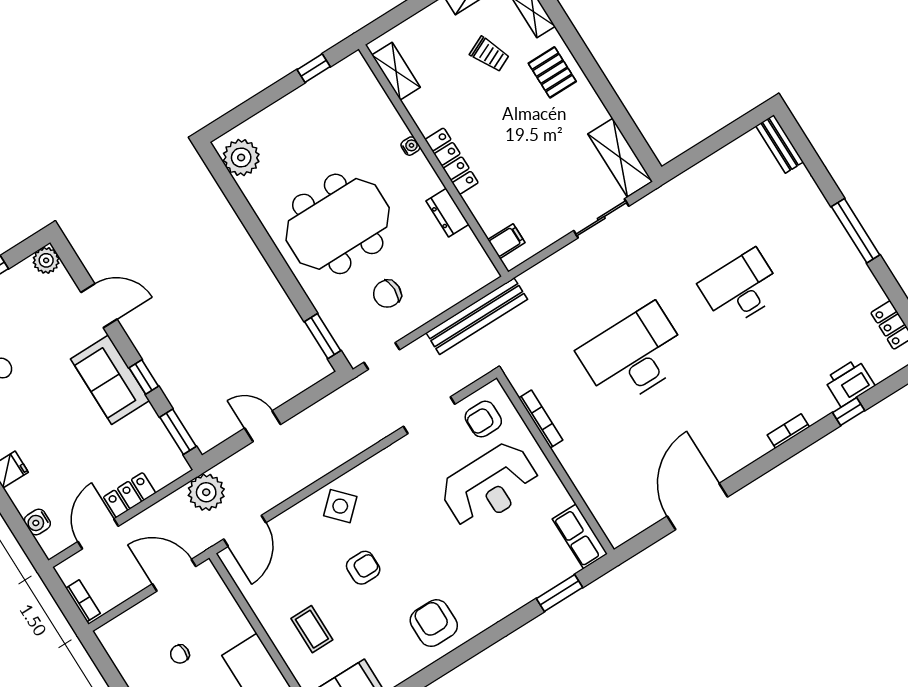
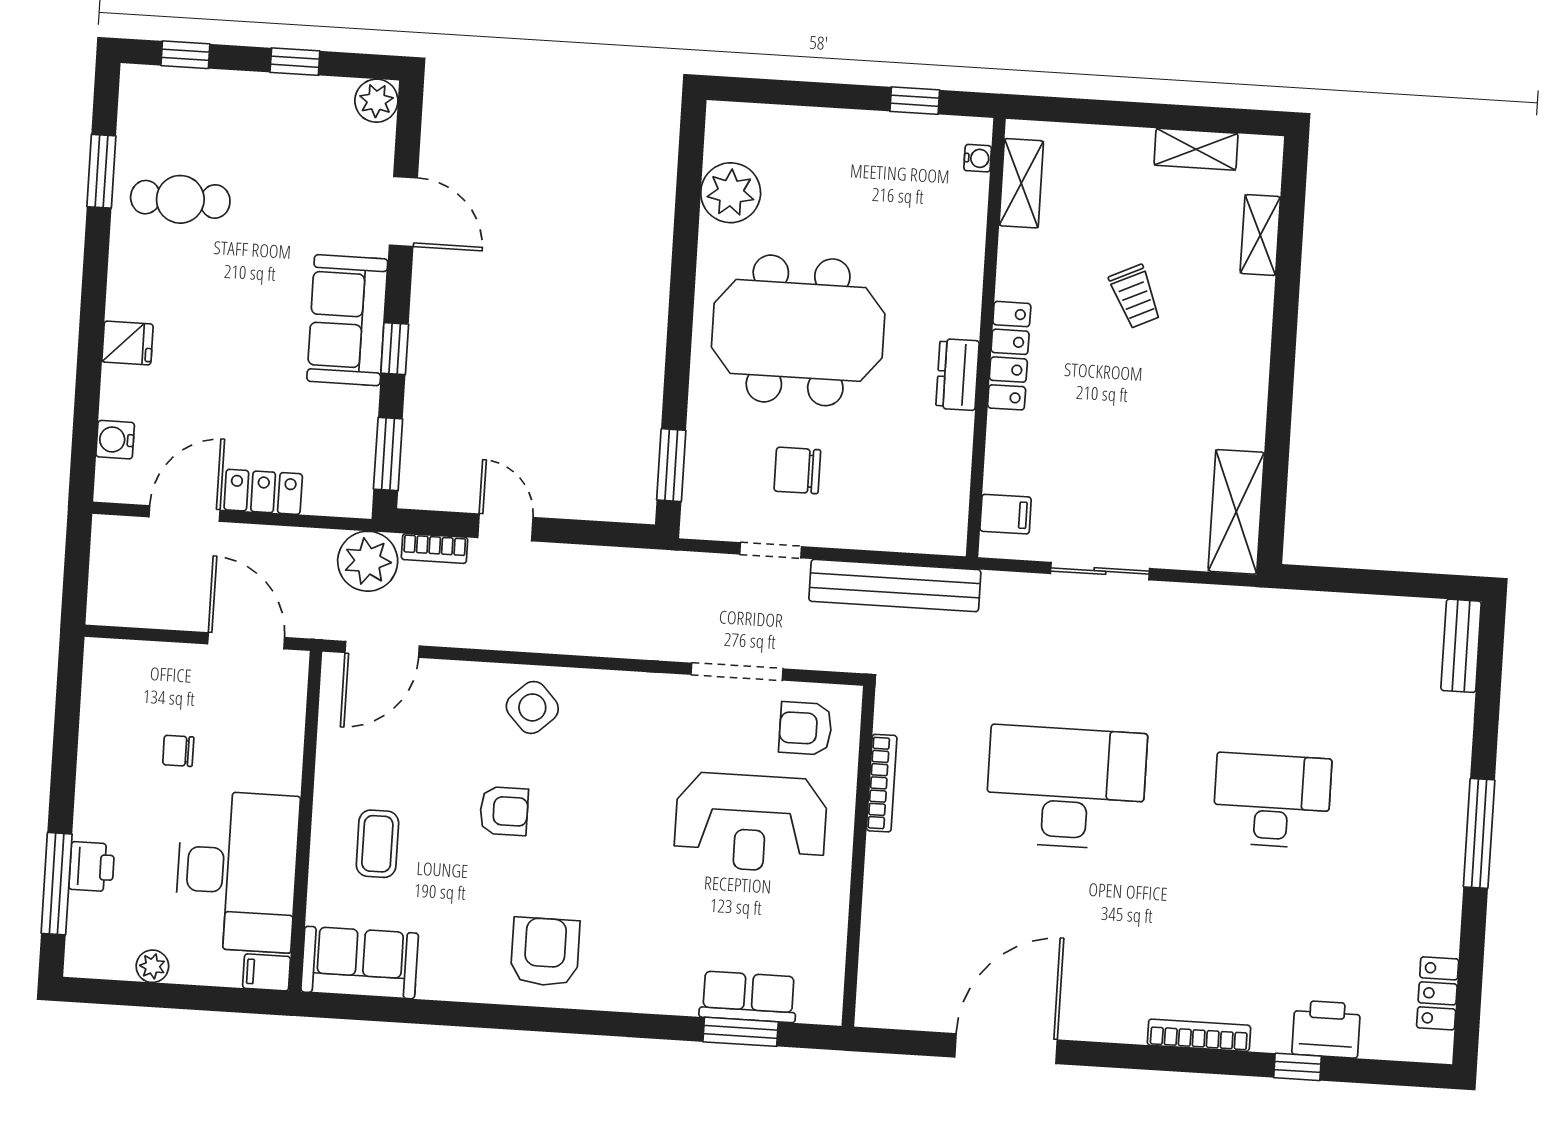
trolley: (490, 54) -> (1135, 296), moved
pallet: (552, 72) -> (1228, 334), removed
water cooler: (410, 146) -> (978, 158), moved
plant: (241, 158) -> (731, 193), moved
dresser: (448, 213) -> (958, 375), moved
sliding door: (601, 218) -> (1100, 571), moved
doorway: (382, 356) -> (771, 550), moved
bookcase: (788, 431) -> (1199, 1035), width x1.56
row of seats: (580, 536) -> (748, 997), moved, turned 90
bookcase: (83, 601) -> (435, 548), moved, turned 90

